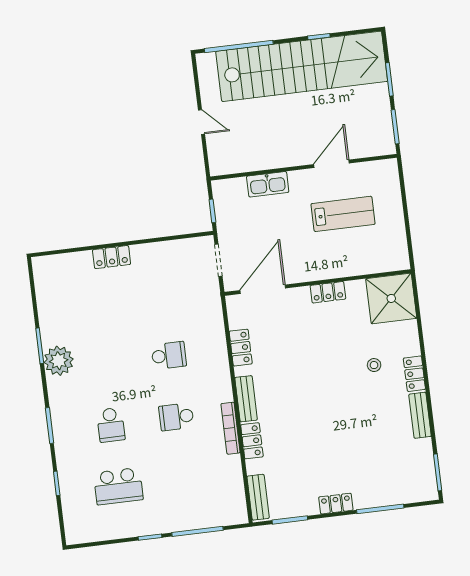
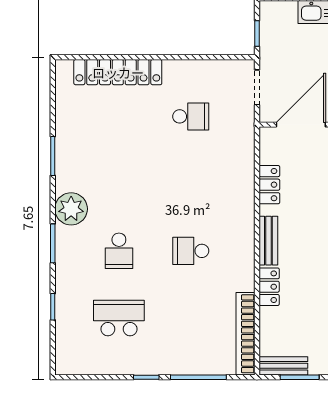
locker: (112, 257) -> (118, 72), width x2.16, depth x1.21
school desk: (169, 355) -> (191, 116), moved
plant: (59, 361) -> (71, 209), moved
bookcase: (231, 428) -> (245, 334), moved, width x1.48, depth x1.31
school desk: (118, 486) -> (119, 318), turned 180
bench: (258, 497) -> (283, 366), moved, turned 90

